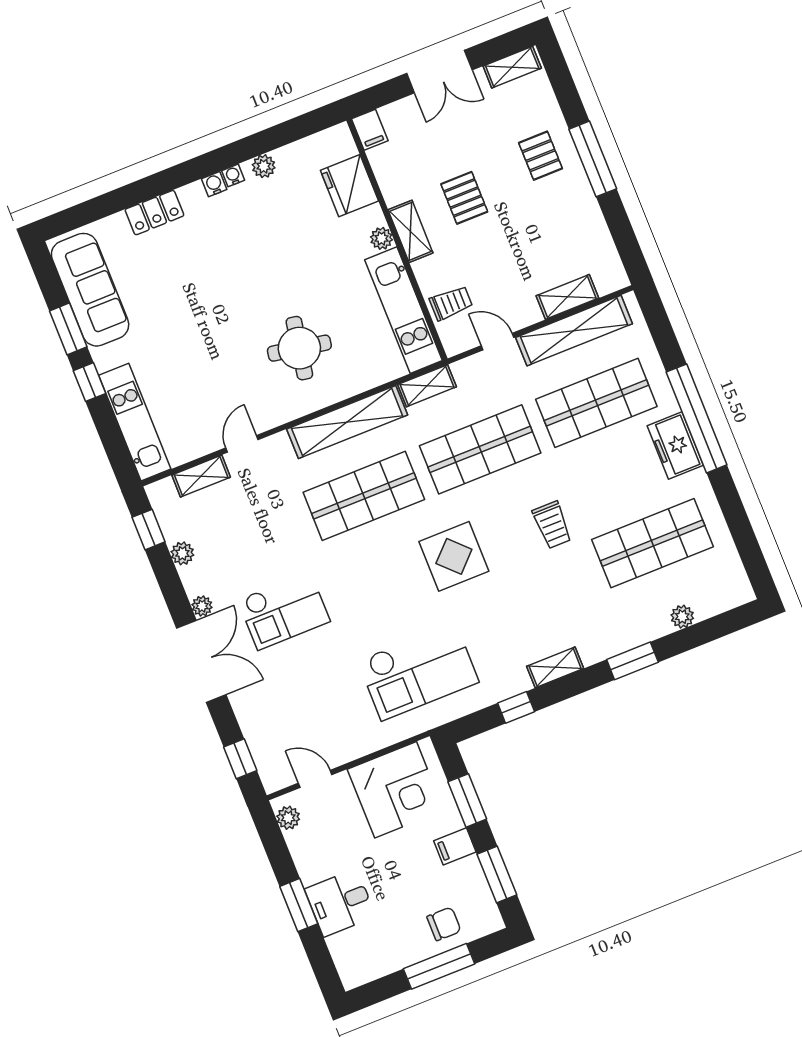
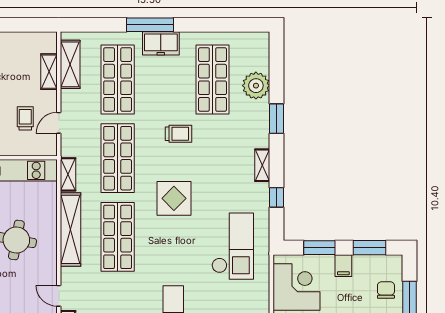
trolley: (451, 303) -> (25, 118), moved
shelving: (574, 331) -> (70, 64), width x0.68
window: (697, 418) -> (150, 25), width x0.68
plant: (682, 617) -> (256, 86), width x1.87, depth x1.87

